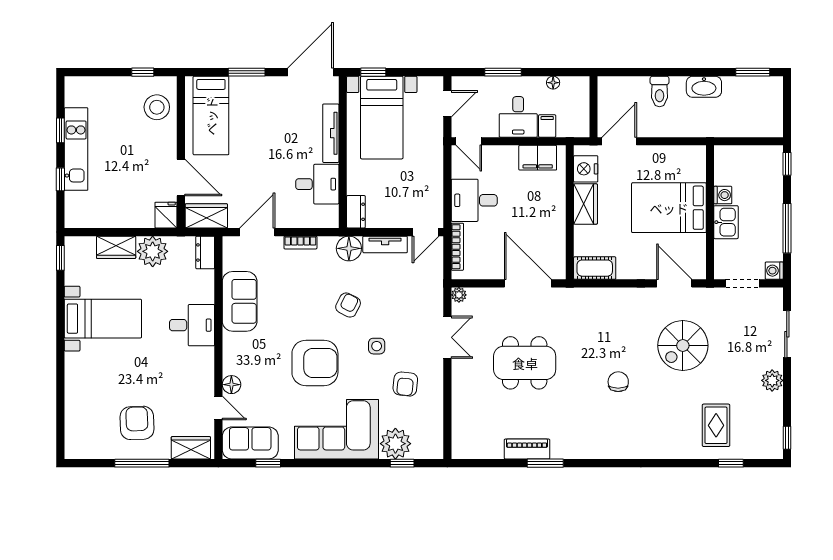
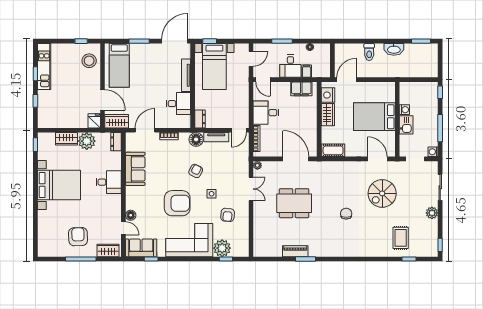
kitchen unit: (76, 149) -> (44, 66), moved
bed with nightstands: (103, 319) -> (59, 185), width x1.36

